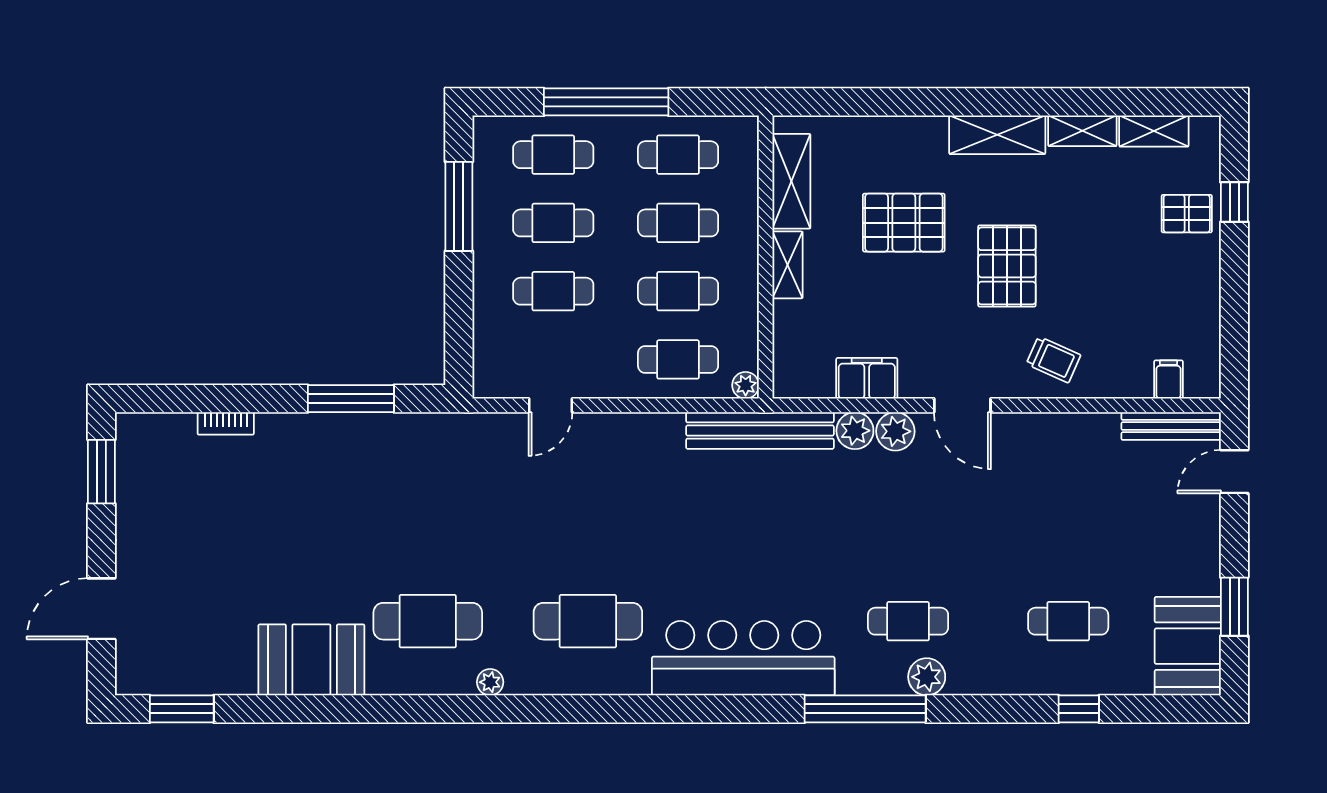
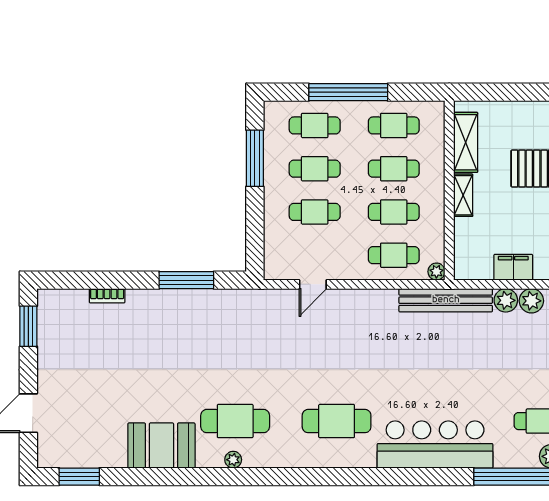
plant: (490, 682) -> (233, 460), moved

